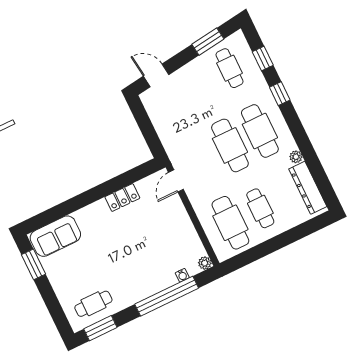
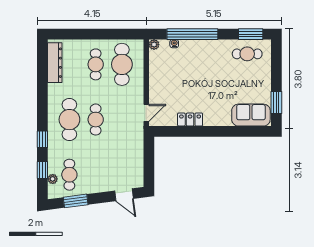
cafe table: (230, 145) -> (96, 120), width x0.73, depth x0.74
plant: (296, 157) -> (53, 179), moved

